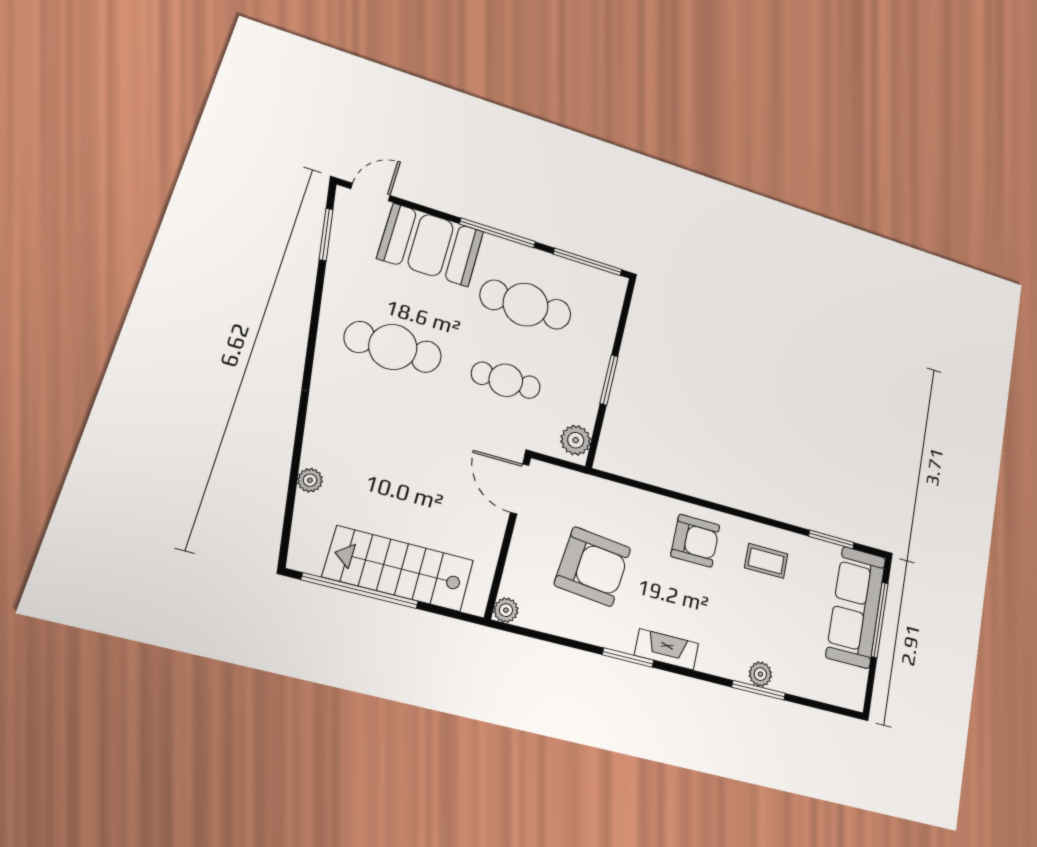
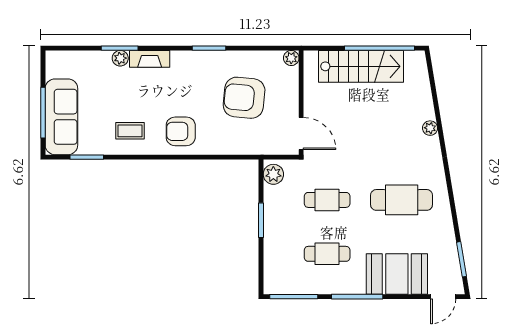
cafe table: (526, 305) -> (327, 254), width x0.73, depth x0.74
plant: (310, 480) -> (430, 128), moved
fireplace: (667, 649) -> (150, 59), moved

